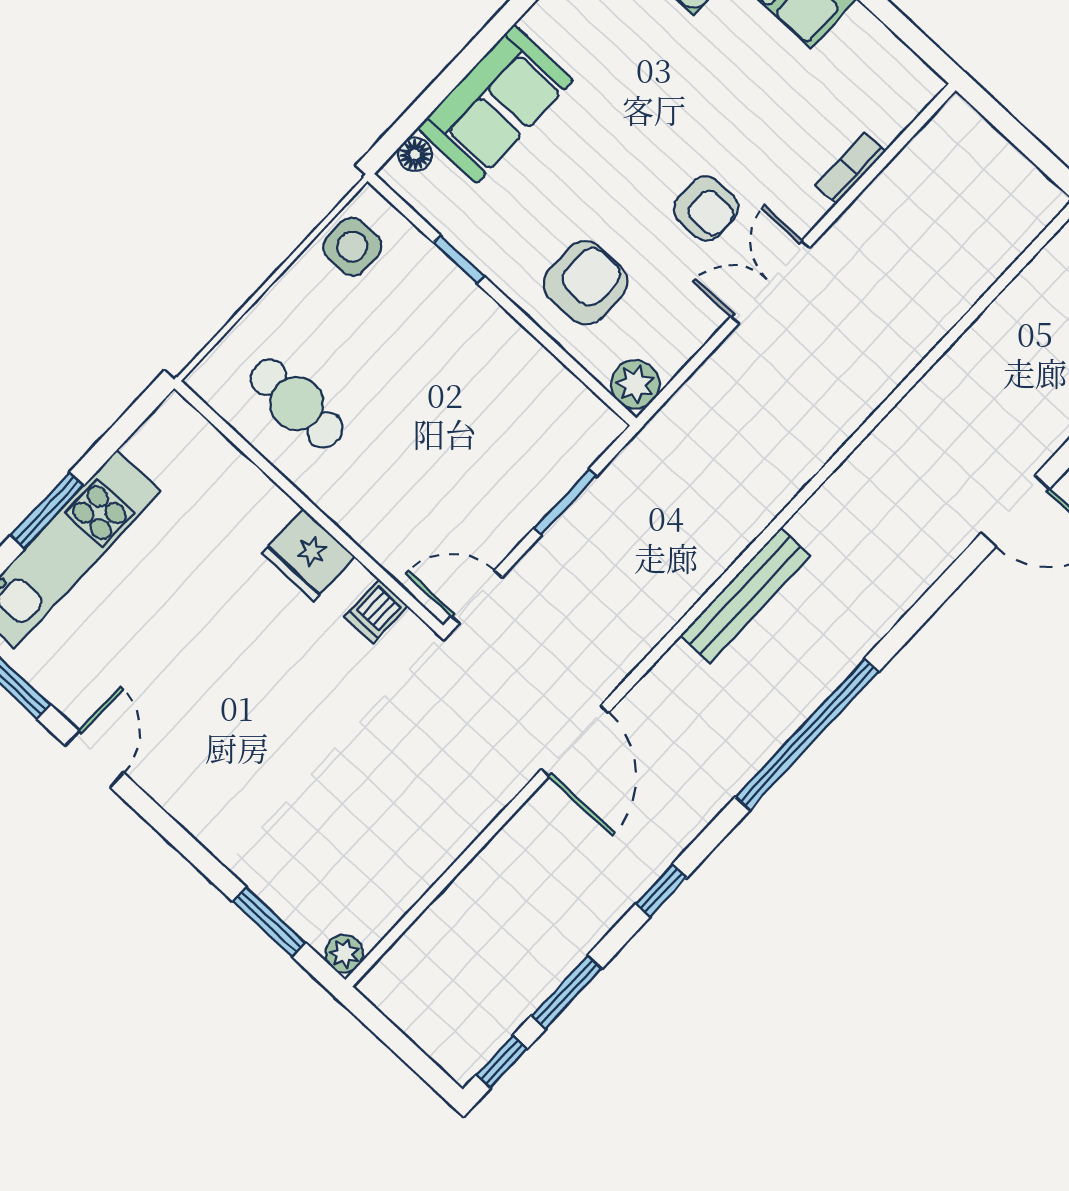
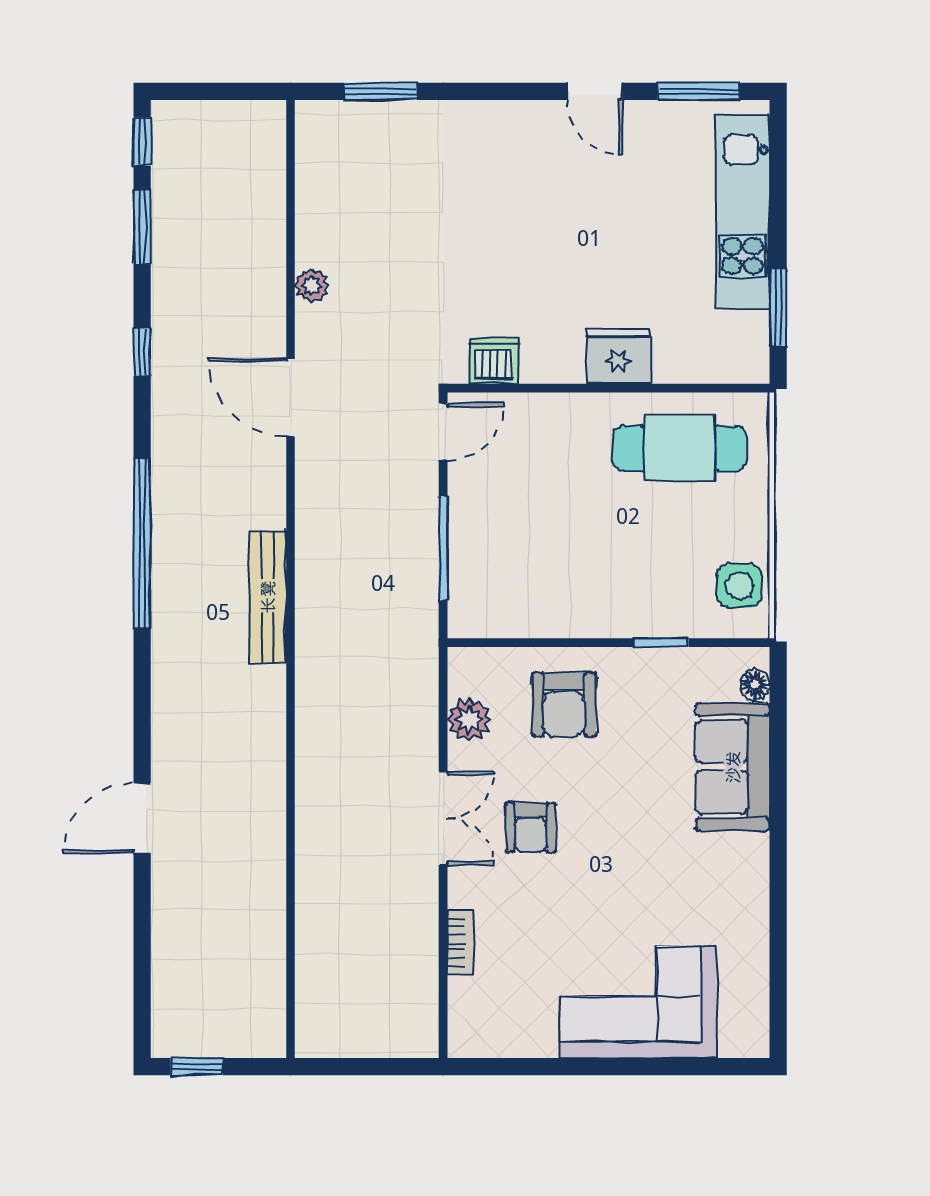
armchair: (706, 208) -> (530, 827), turned -90
plant: (635, 384) -> (469, 720), moved
cafe table: (297, 404) -> (680, 449), width x1.37, depth x1.35
window: (565, 502) -> (443, 548), width x1.44
window: (47, 510) -> (778, 308), moved
fridge: (309, 555) -> (619, 356), moved
dishwasher: (376, 611) -> (494, 361), width x1.38
plant: (344, 954) -> (312, 286), moved

